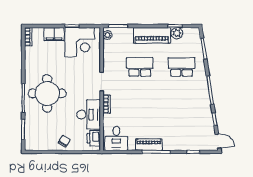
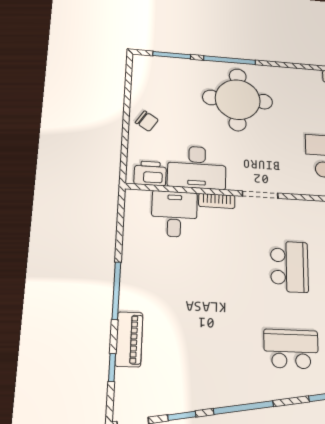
school desk: (182, 67) -> (291, 349), turned -90
desk: (116, 138) -> (174, 214), moved, turned 90
piano: (149, 145) -> (129, 339), moved

